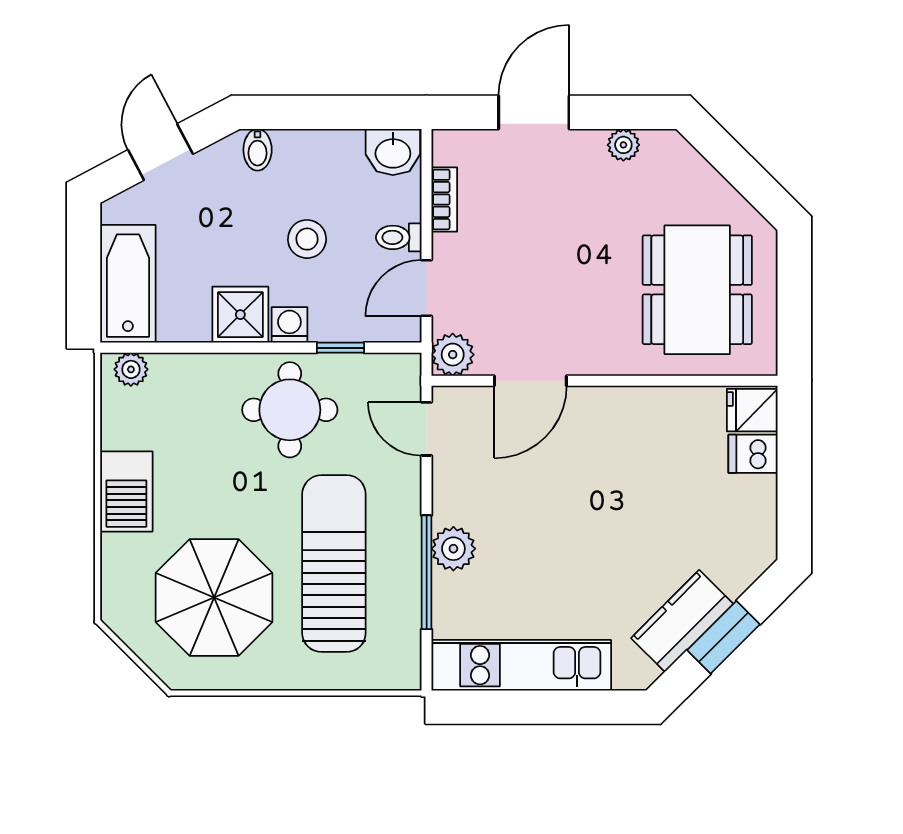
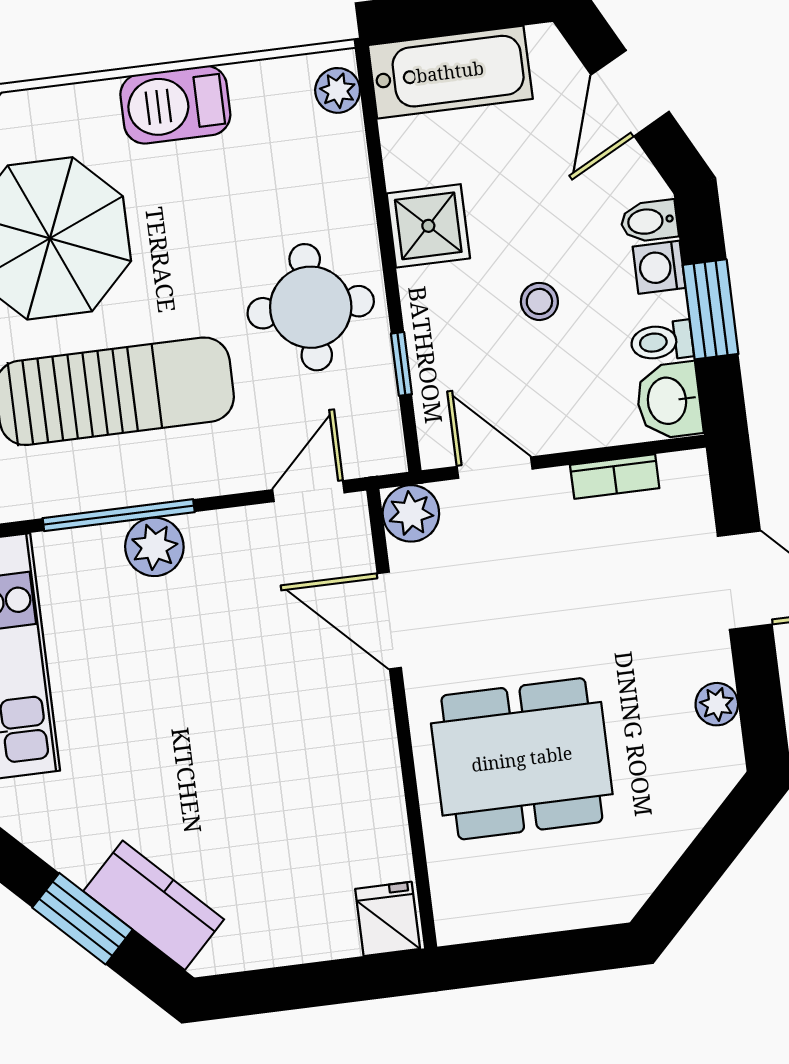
window: (329, 112) -> (711, 309), added
door: (161, 152) -> (630, 93), swing flipped
toilet: (399, 237) -> (662, 342), moved, turned -90
stool: (307, 239) -> (539, 301), width x0.73, depth x0.73
dining table: (697, 290) -> (522, 759), moved
washing machine: (289, 325) -> (659, 267), moved, turned 180
dishwasher: (753, 454) -> (330, 927), removed
kitchen counter: (682, 621) -> (154, 905), moved

